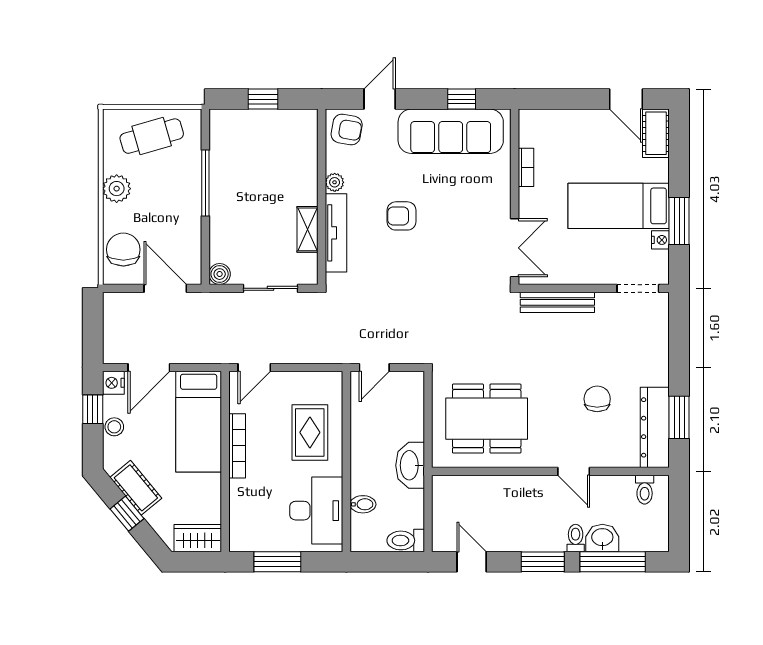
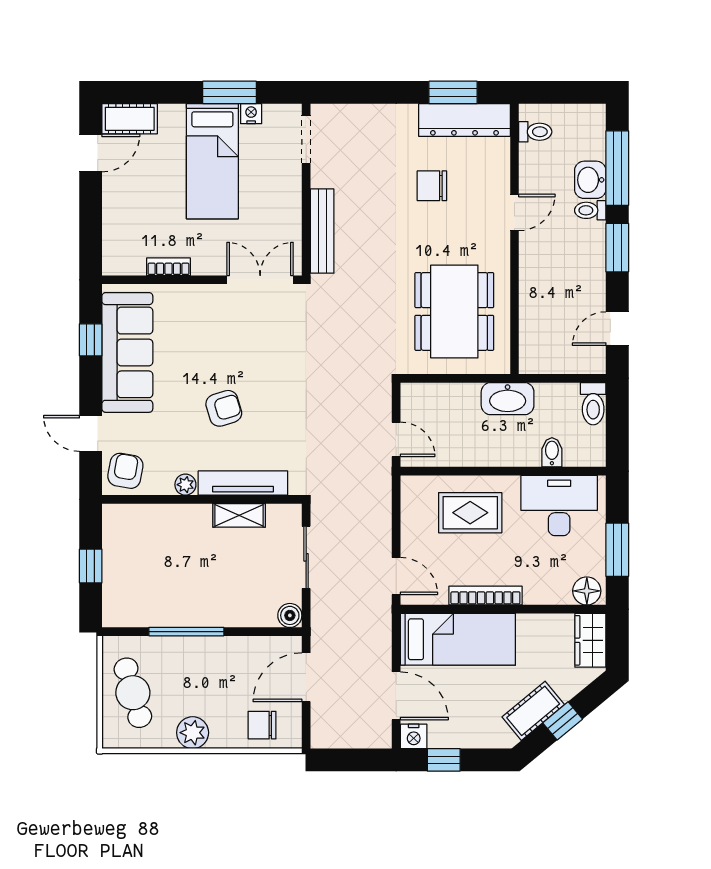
armchair: (402, 216) -> (224, 408), turned -107
chair: (123, 250) -> (262, 725), width x0.73, depth x0.73
stool: (114, 427) -> (464, 735), removed
floor lamp: (241, 535) -> (587, 591), added

